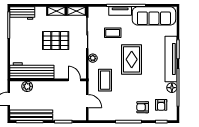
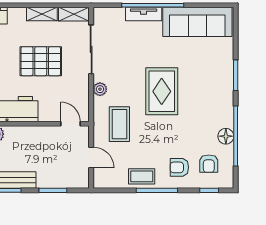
coffee table: (113, 33) -> (142, 176), moved
tv unit: (171, 59) -> (224, 91), removed

